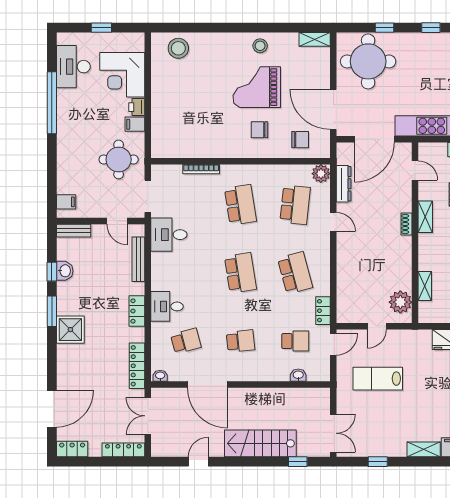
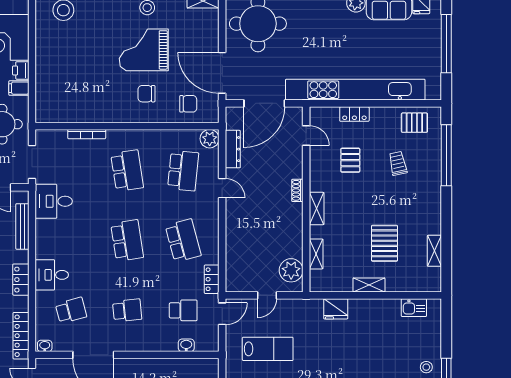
shelving: (425, 217) -> (317, 209), moved
lab bench: (378, 379) -> (268, 349), turned 180

